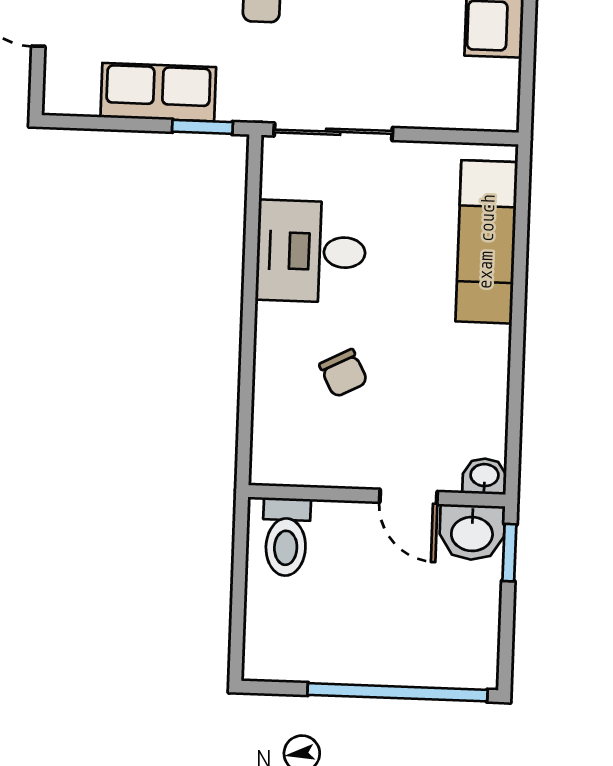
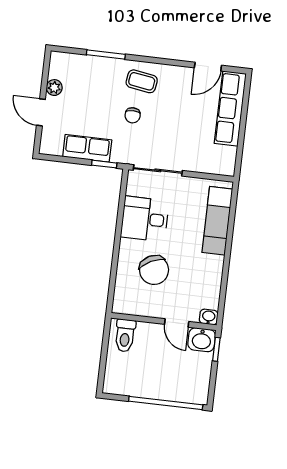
chair: (343, 373) -> (154, 270), width x1.87, depth x1.87

